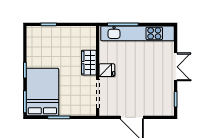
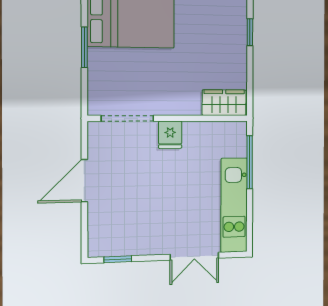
kitchen unit: (137, 33) -> (234, 205), width x0.73
wardrobe: (89, 63) -> (224, 103), moved
double door: (176, 67) -> (194, 256), moved

